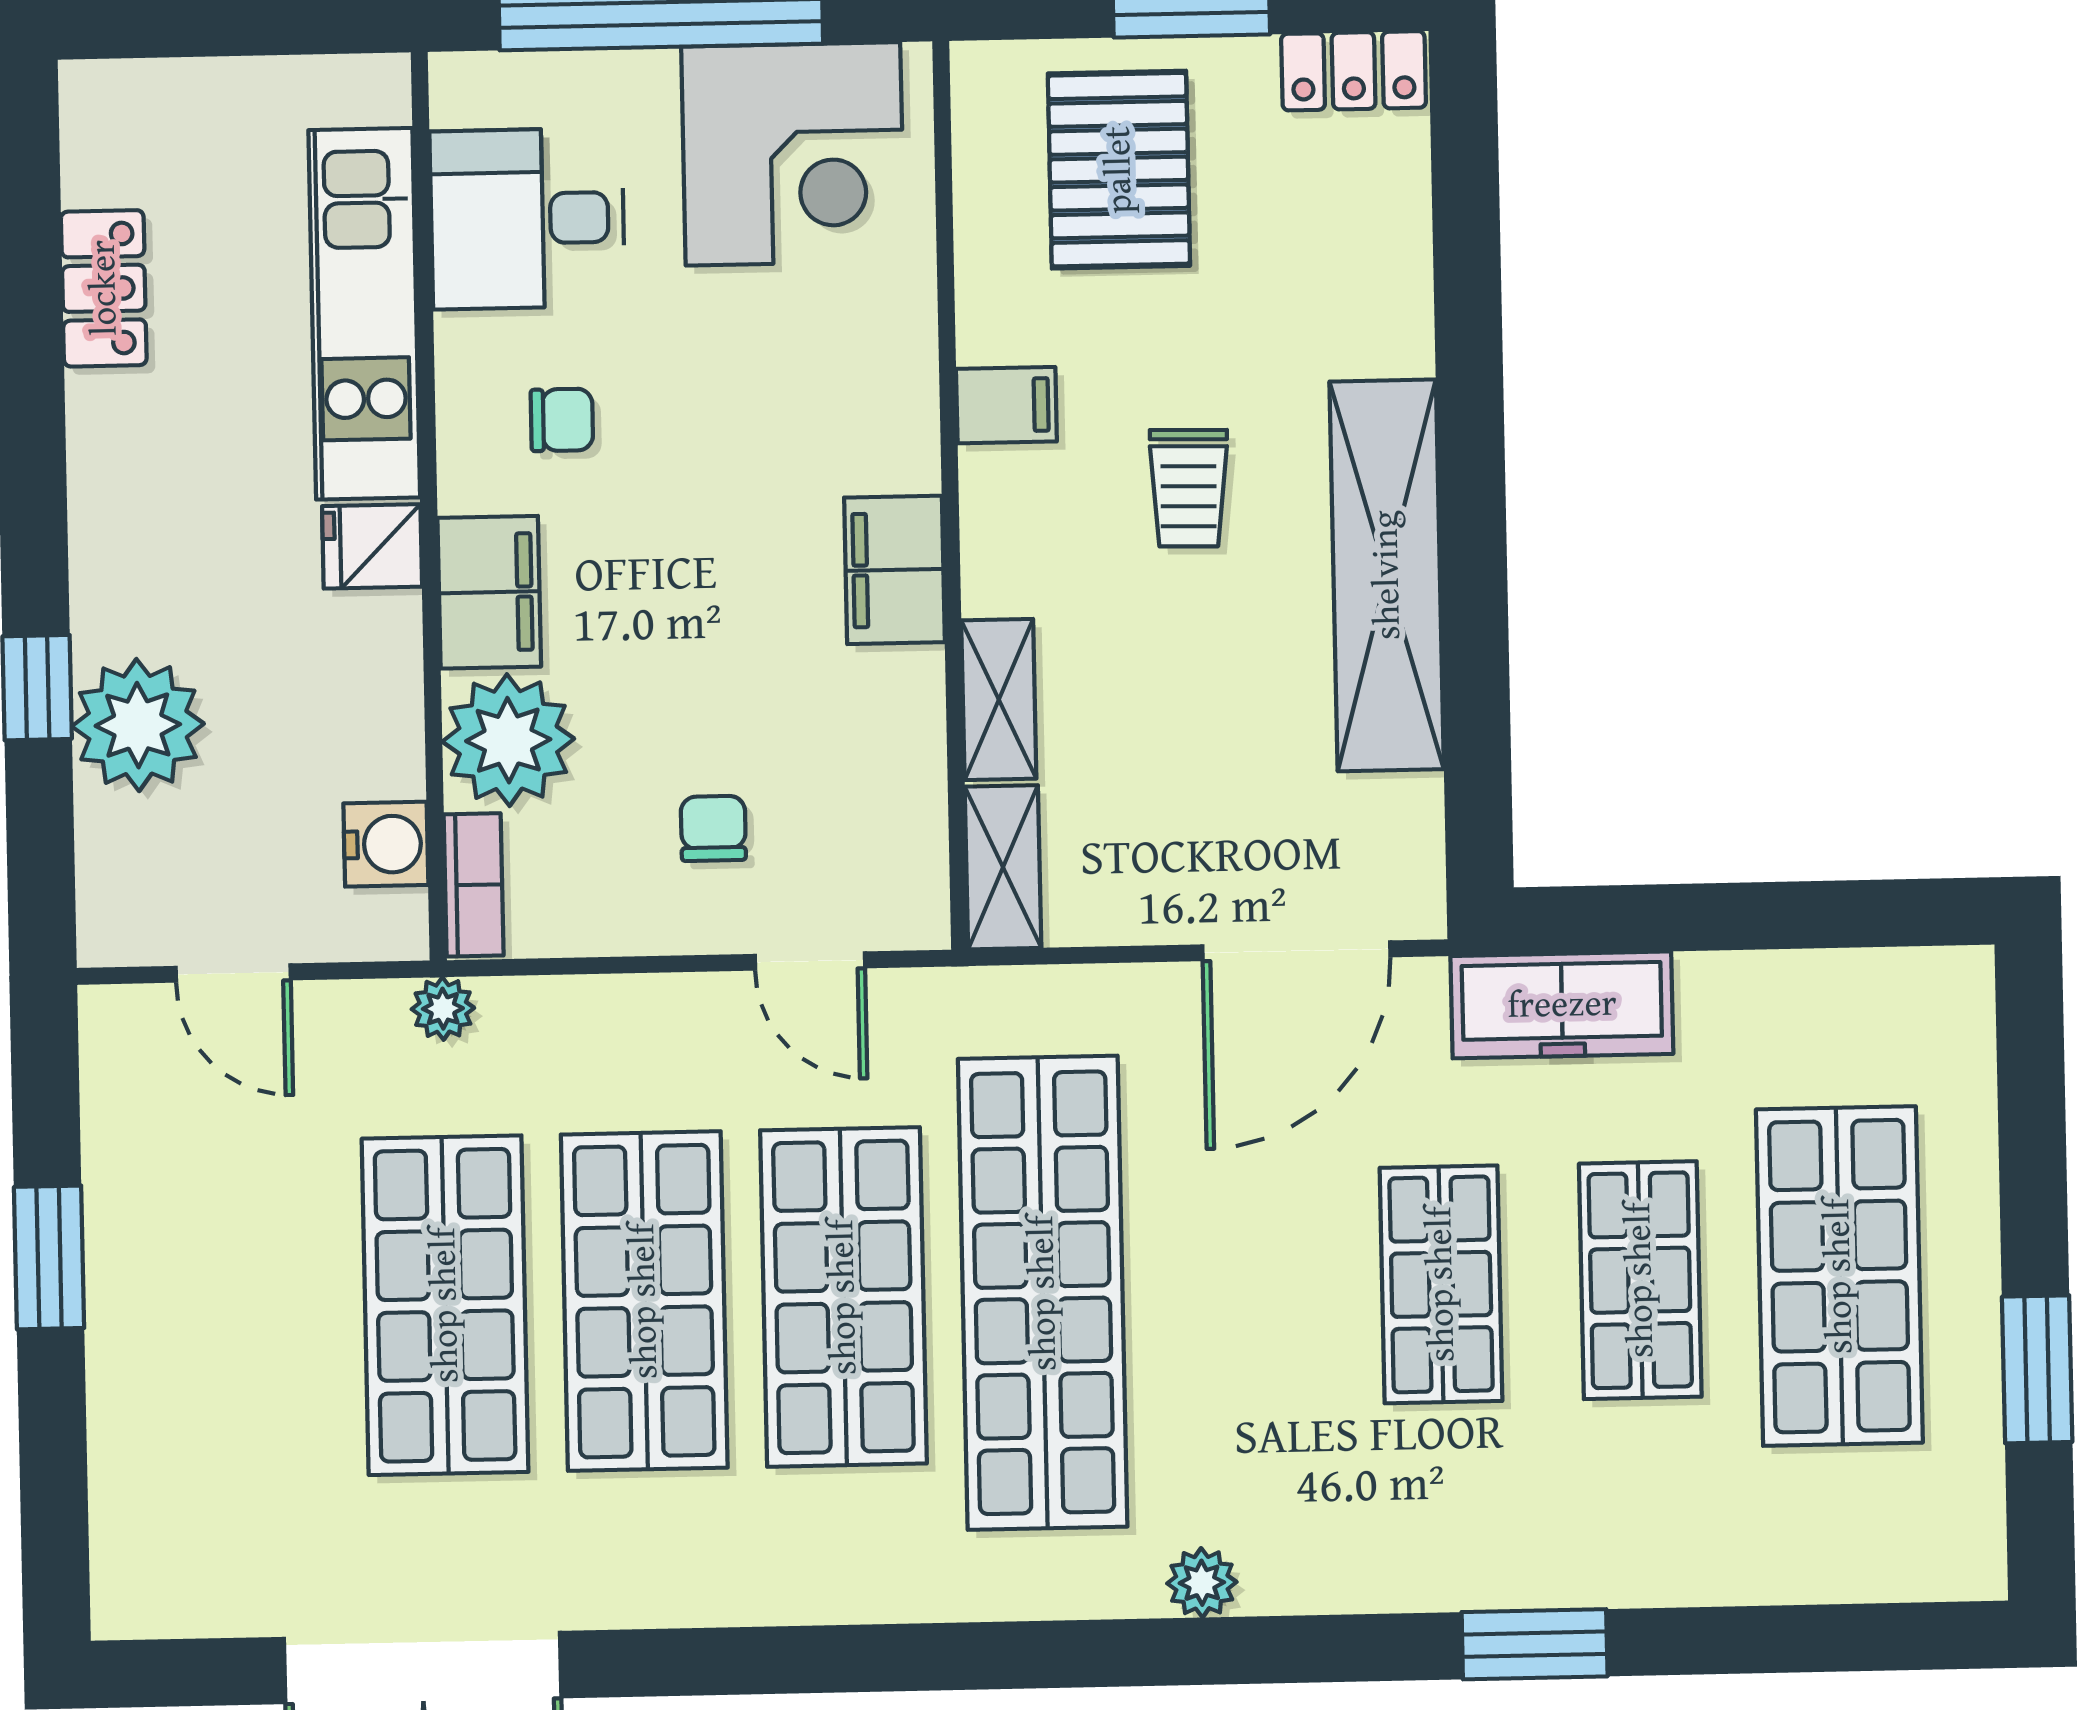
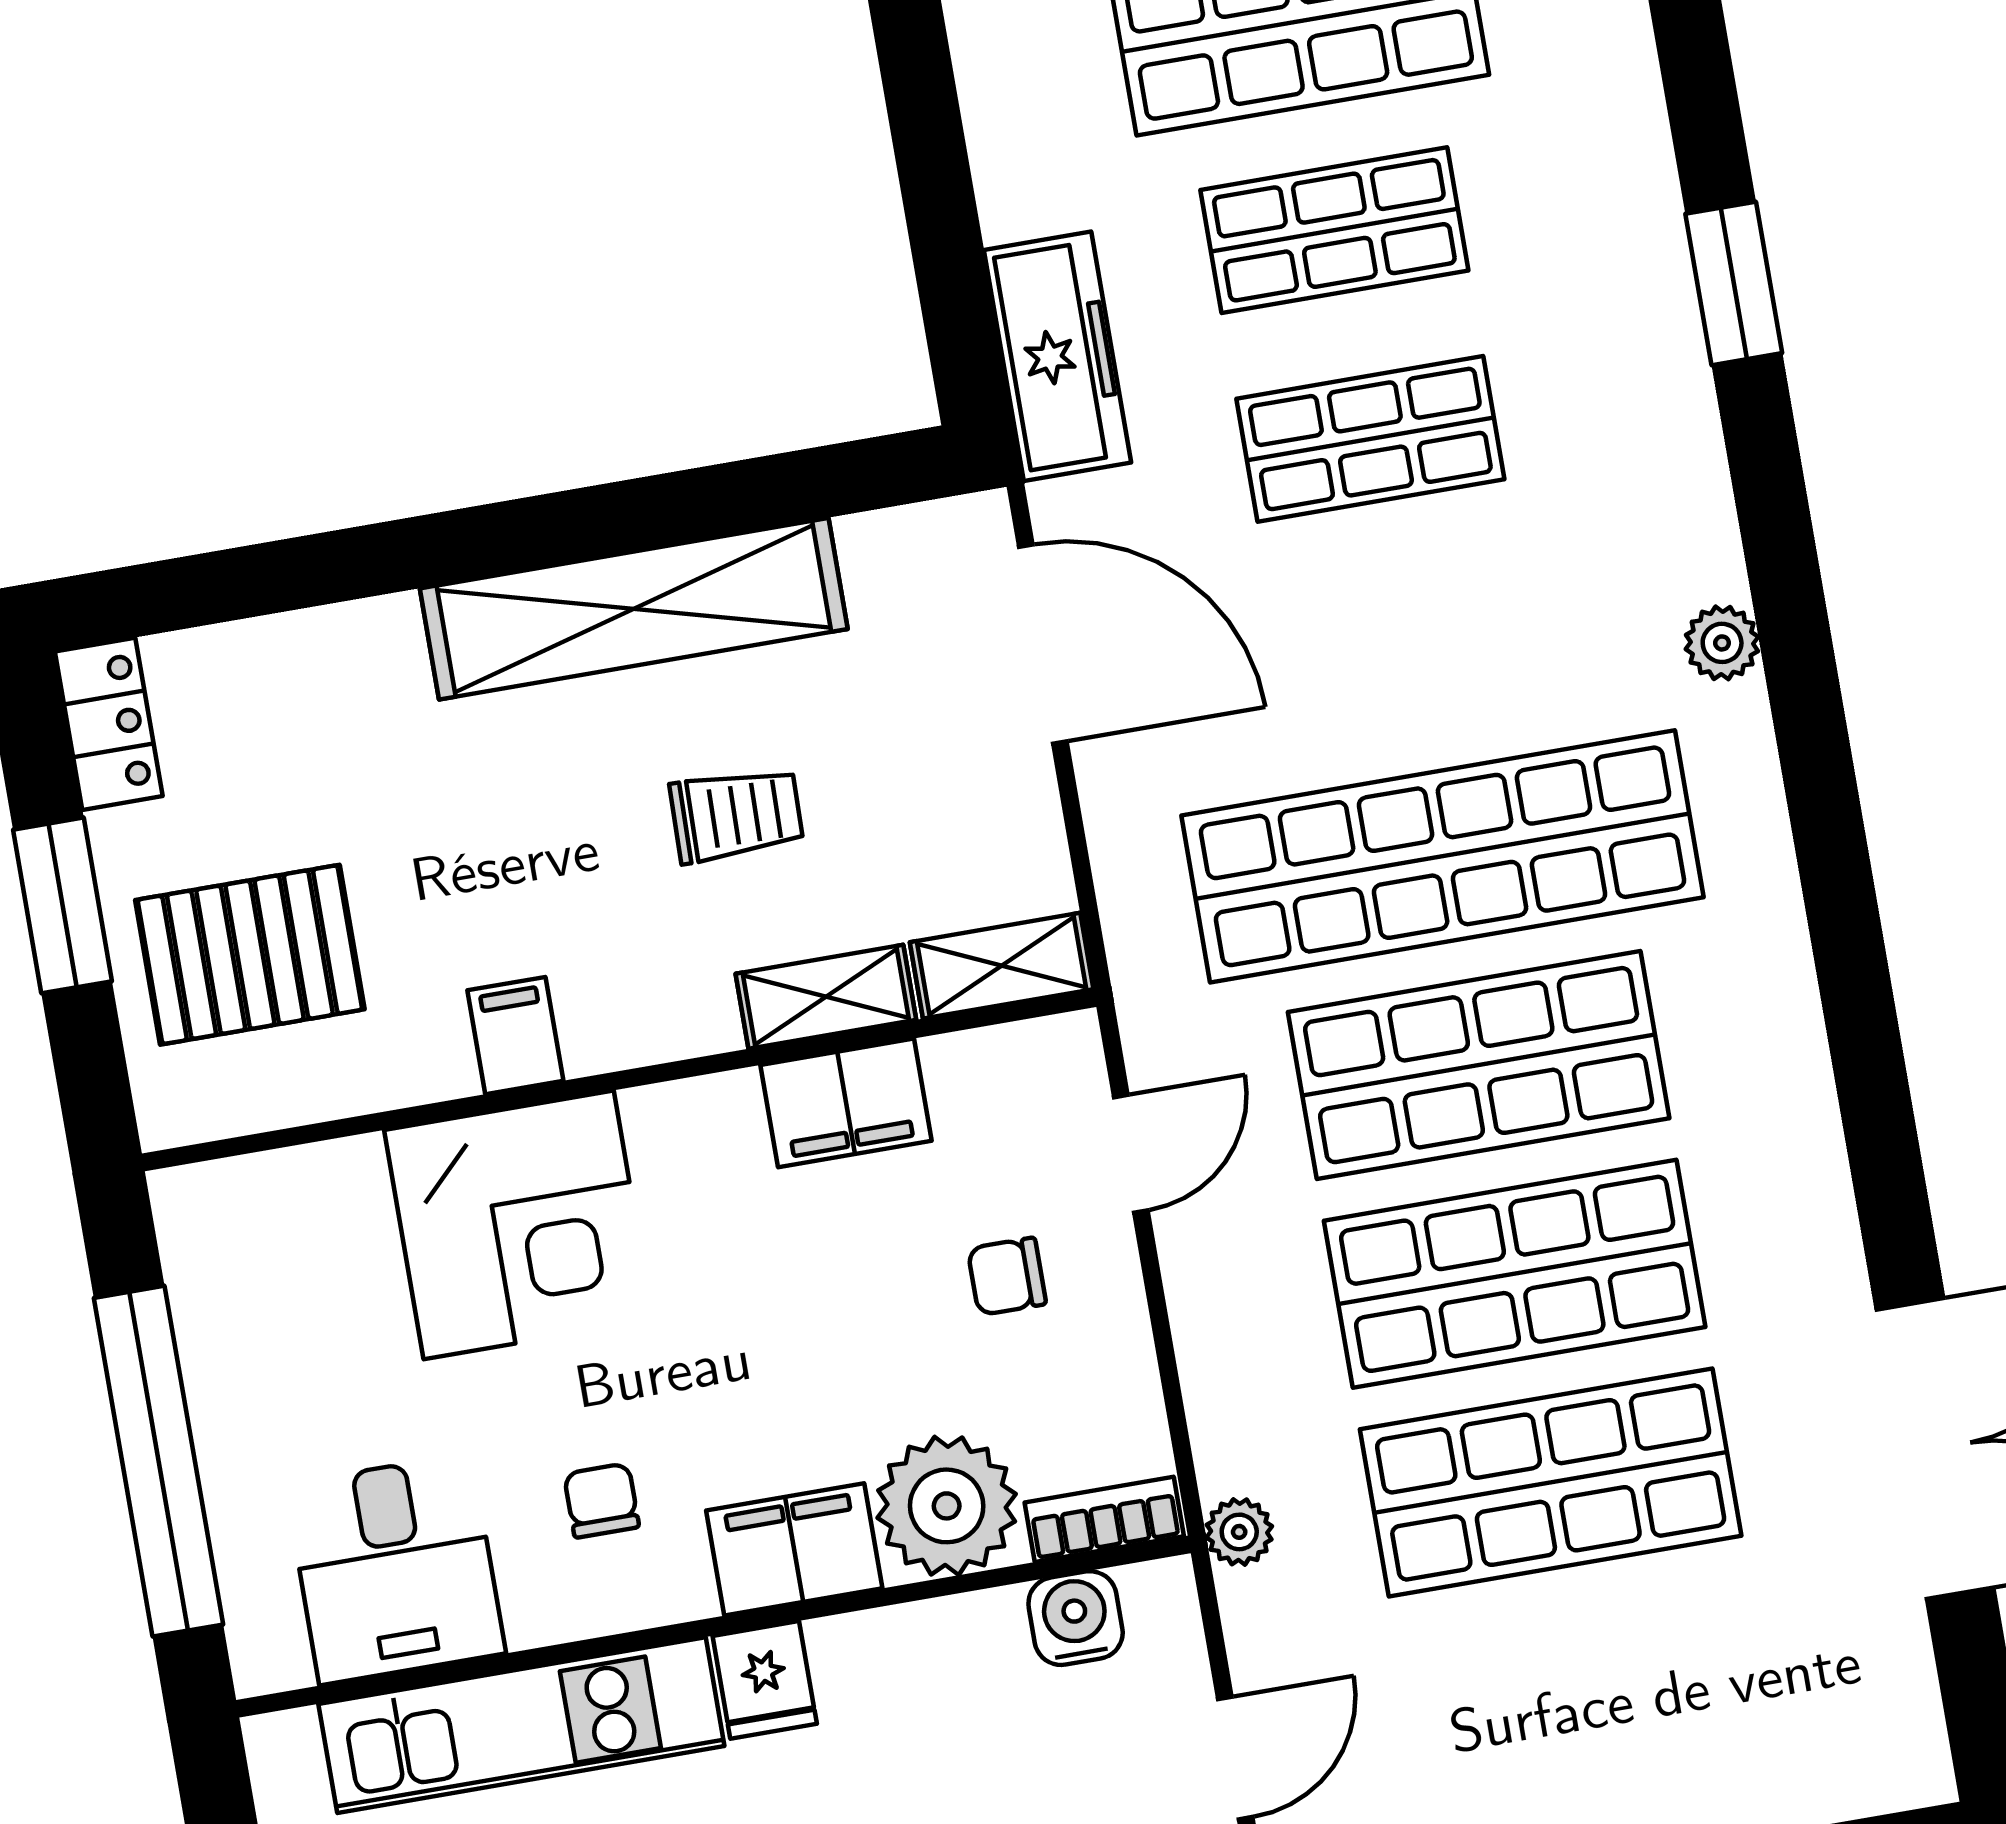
corner desk: (793, 154) -> (519, 1225), moved, turned 90
trolley: (1189, 488) -> (736, 815), moved
filing cabinet: (894, 570) -> (846, 1103), moved

